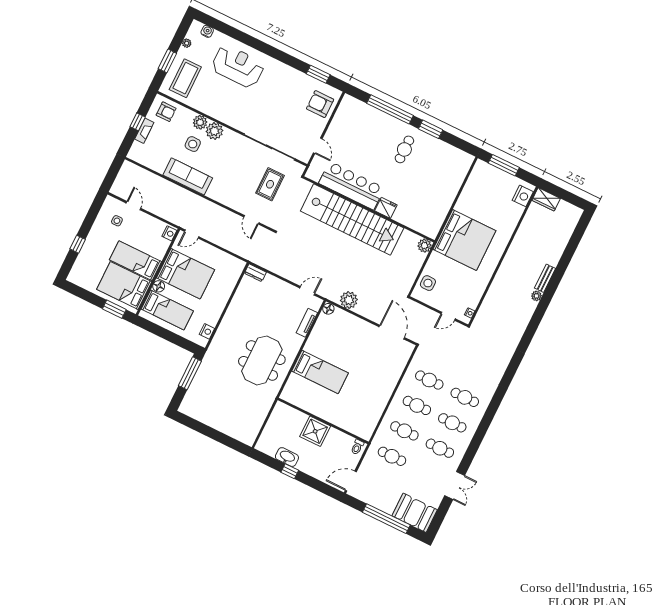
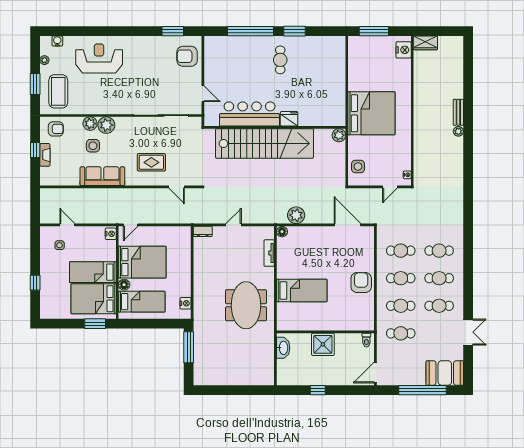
rug: (270, 184) -> (151, 162), moved, turned 90
door: (307, 291) -> (234, 225), moved
armchair: (378, 391) -> (361, 282), added
washbasin: (287, 457) -> (283, 348), moved, turned 90

